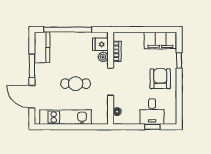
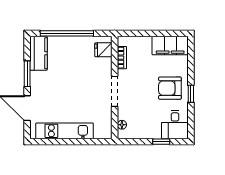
plant: (103, 57) -> (106, 64), removed
window: (179, 60) -> (191, 94), moved
armchair: (160, 79) -> (170, 88), turned -90
cafe table: (76, 84) -> (76, 94), removed
desk: (152, 112) -> (175, 125), moved

